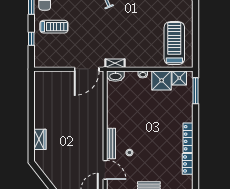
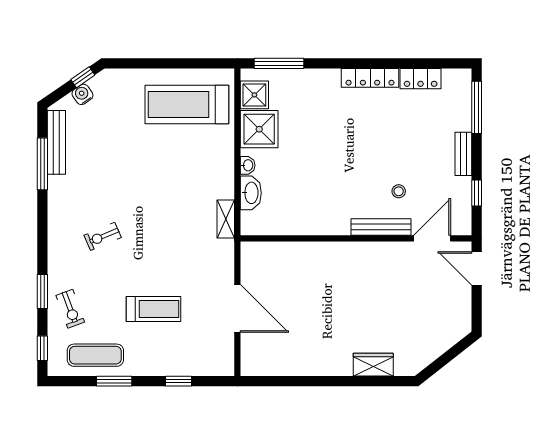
treadmill: (54, 27) -> (154, 309), moved, turned 90
door: (87, 69) -> (237, 308), moved
washbasin: (115, 76) -> (251, 193), moved

